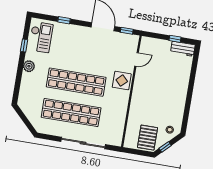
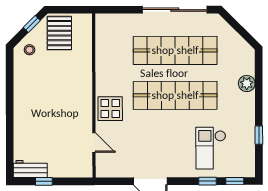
window: (127, 31) -> (235, 181), moved
checkout: (41, 37) -> (211, 148), moved
door: (137, 59) -> (94, 142), swing flipped
plant: (29, 66) -> (247, 83), moved
sliding door: (83, 143) -> (175, 10), moved

